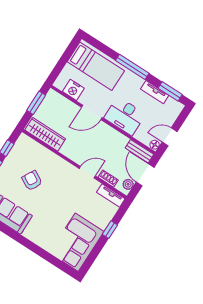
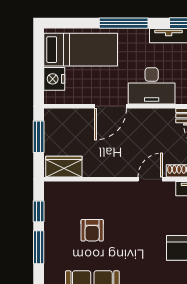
nightstand: (73, 90) -> (54, 79), moved, turned 90
wardrobe: (45, 134) -> (64, 167), width x0.67
armchair: (32, 181) -> (92, 230), turned -119

